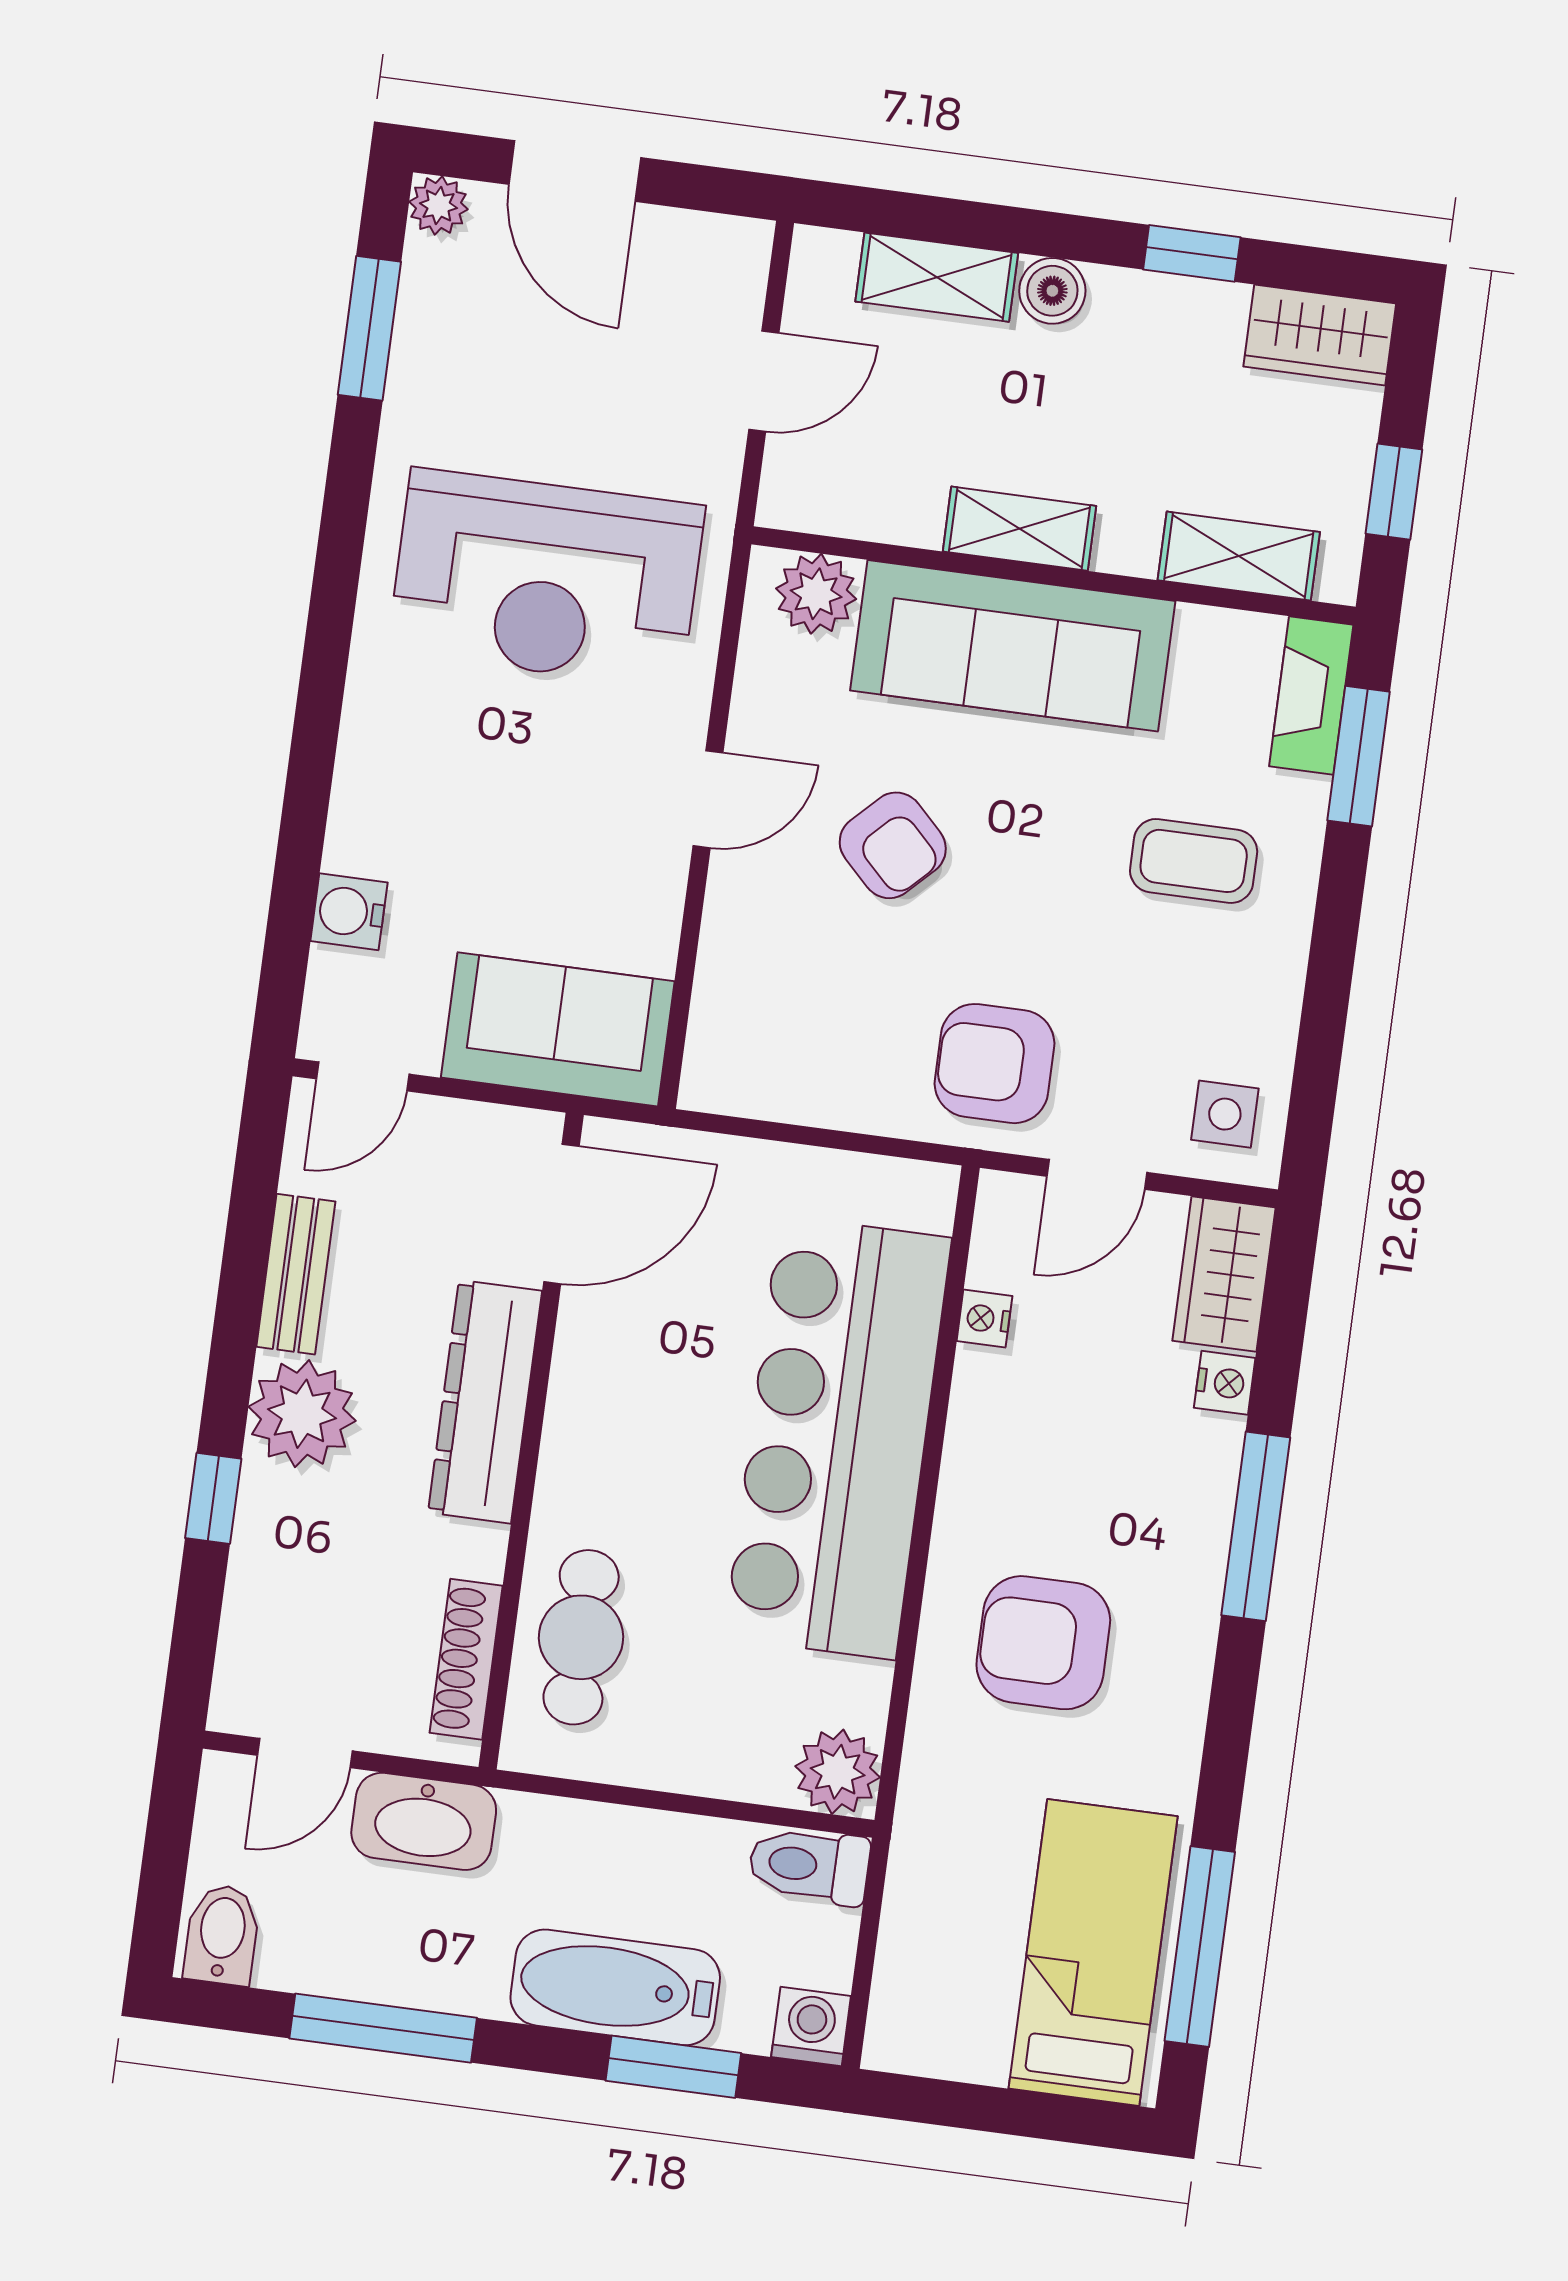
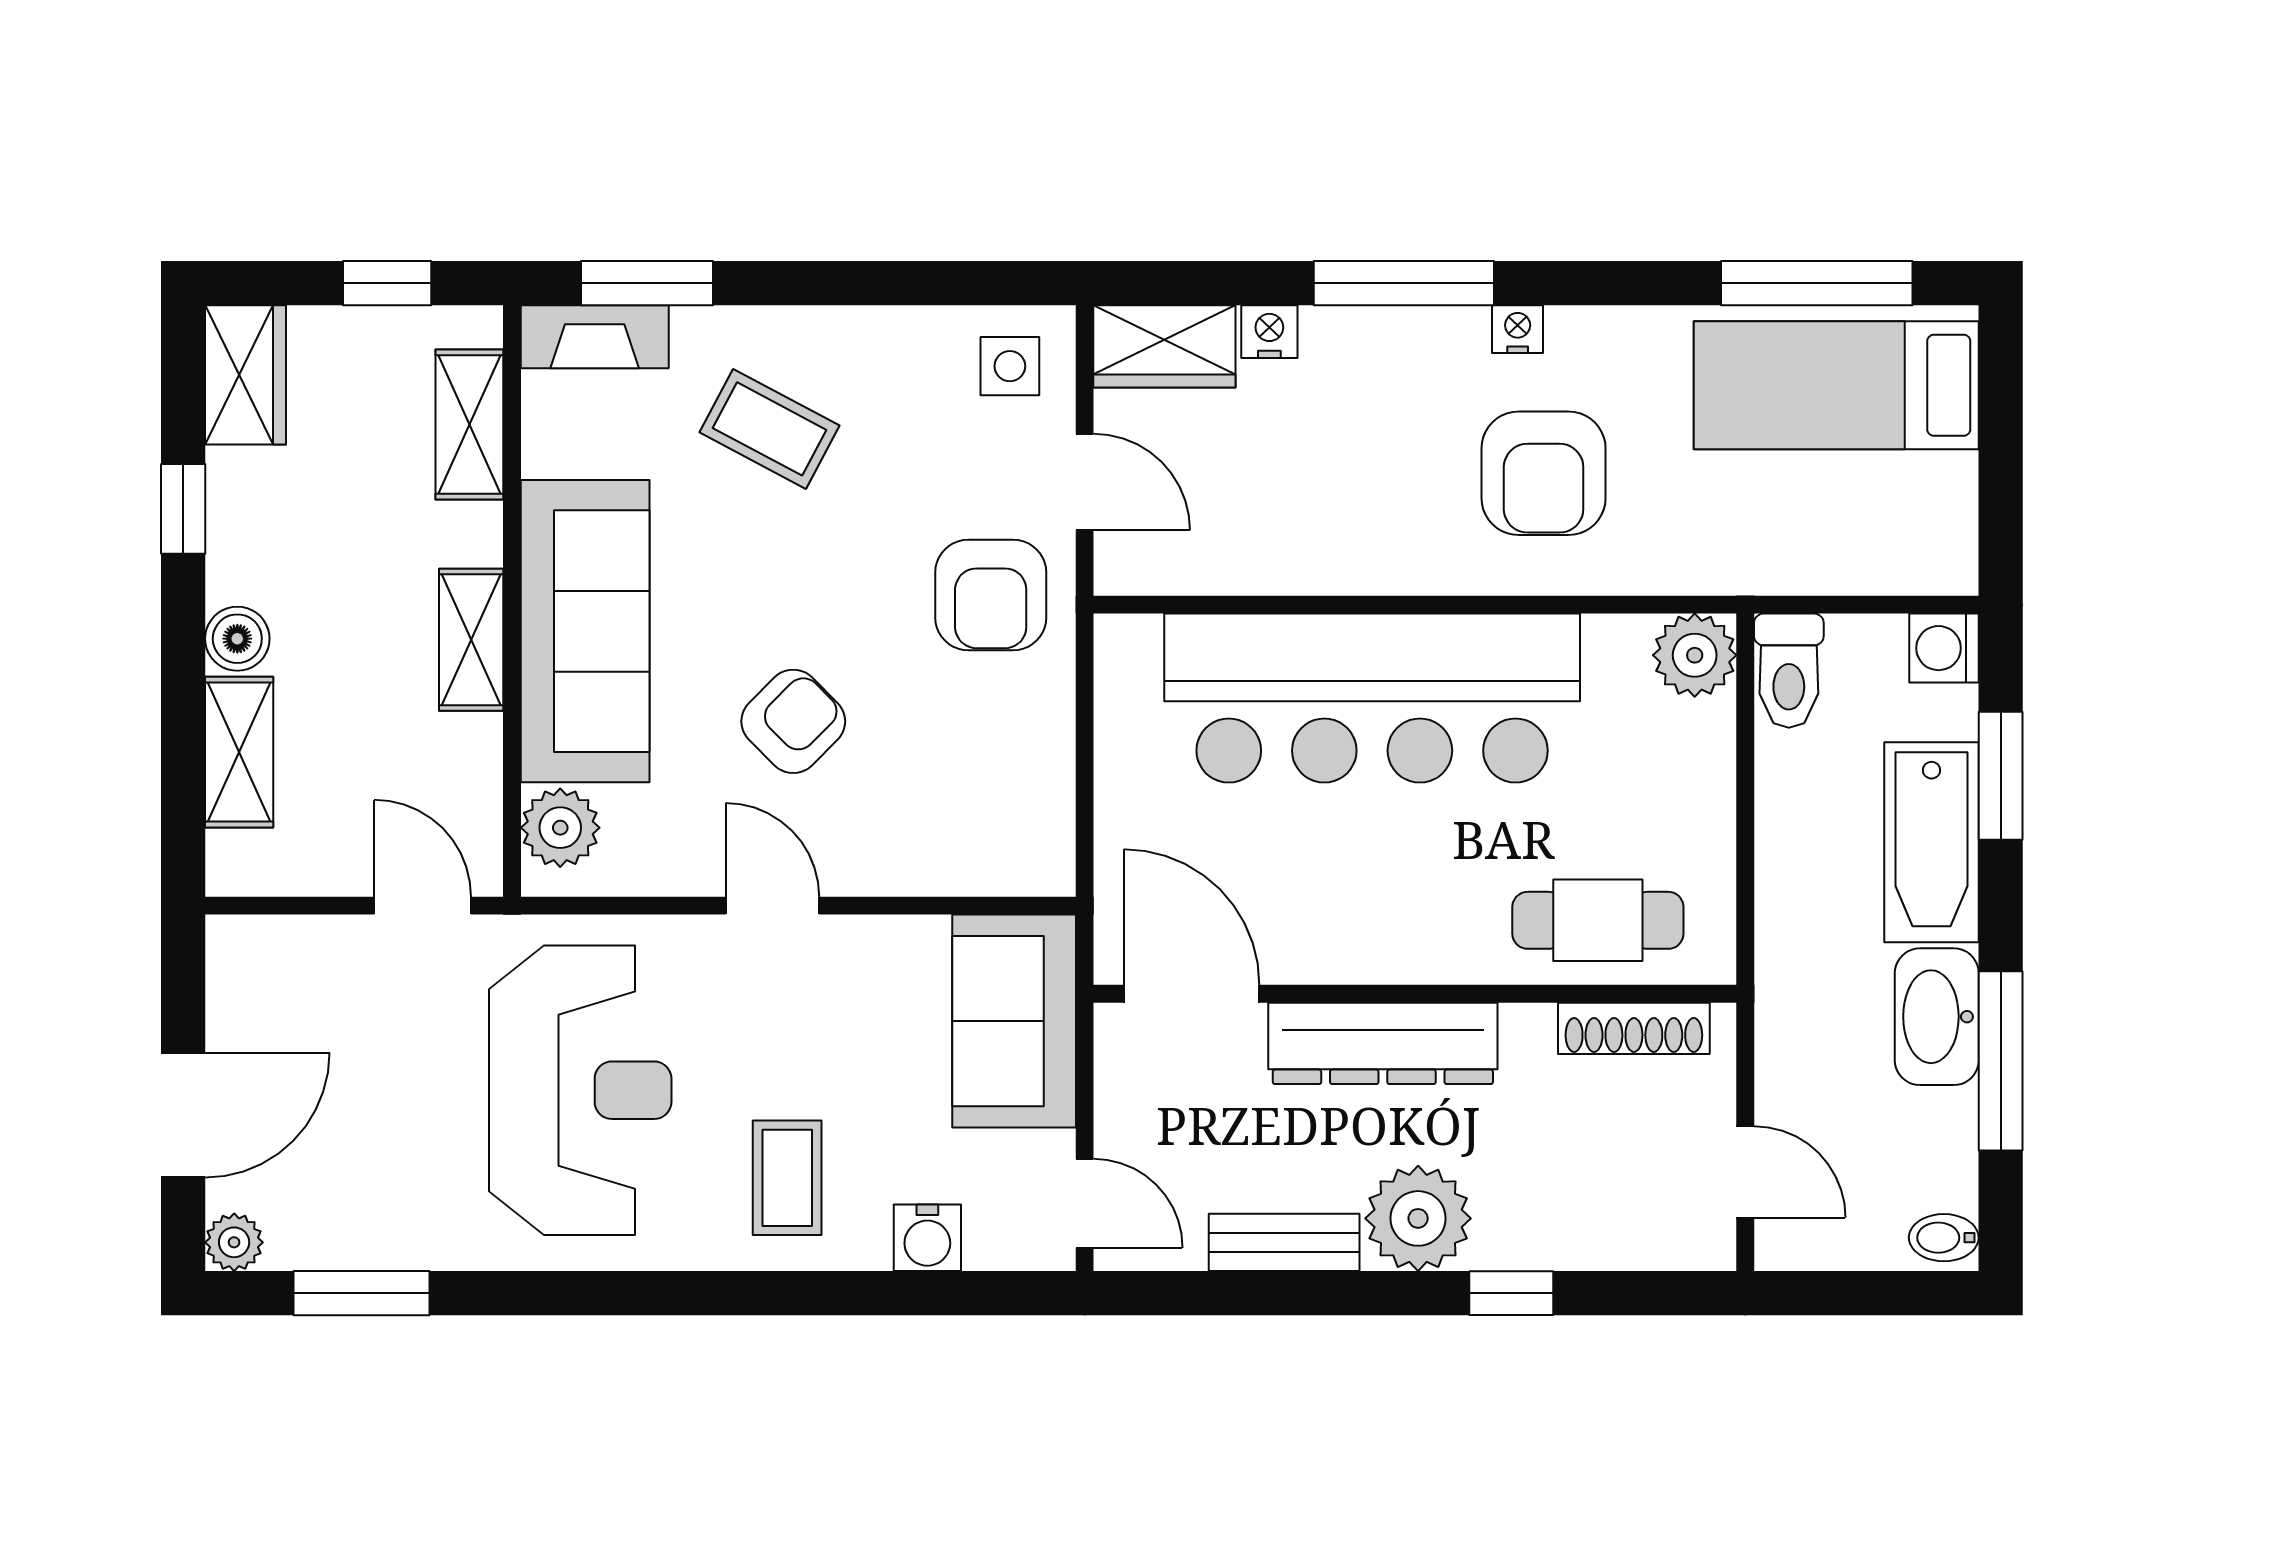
door: (764, 381) -> (423, 906), moved
coffee table: (429, 777) -> (787, 1178), added
coffee table: (1194, 861) -> (770, 429), turned -62
nightstand: (984, 1319) -> (1518, 329), moved, turned 180
washbasin: (424, 1821) -> (1937, 1017), moved, turned 180
bidet: (222, 1935) -> (1944, 1238), width x0.72, depth x0.74

